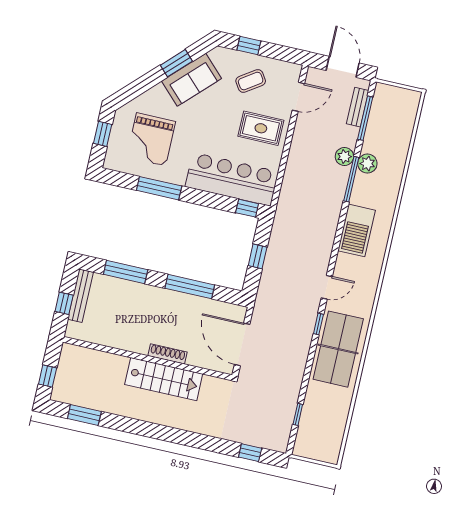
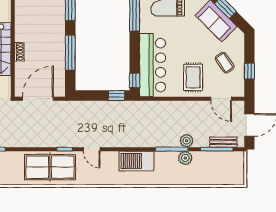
window: (249, 46) -> (249, 71), moved
window: (258, 256) -> (117, 96), moved
shoe rack: (168, 354) -> (19, 52), width x0.70

